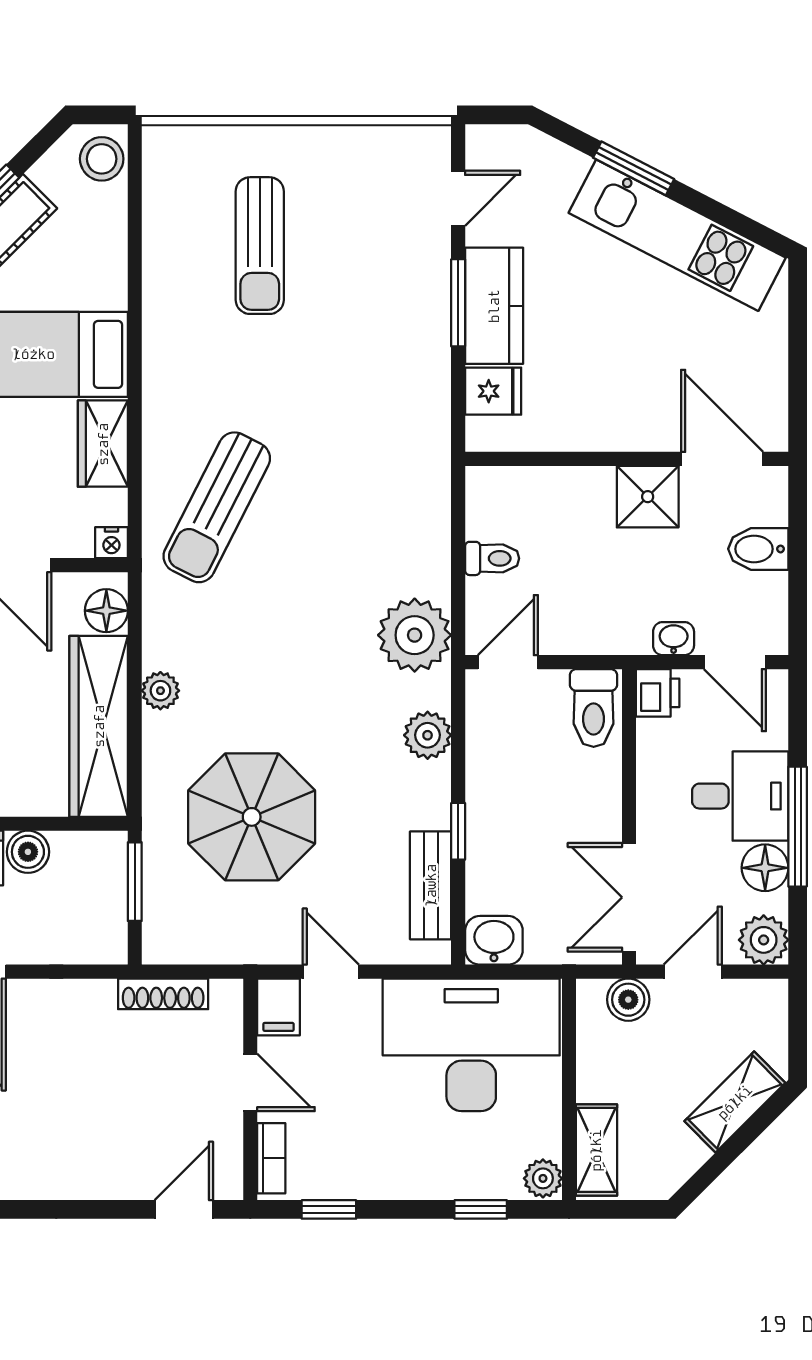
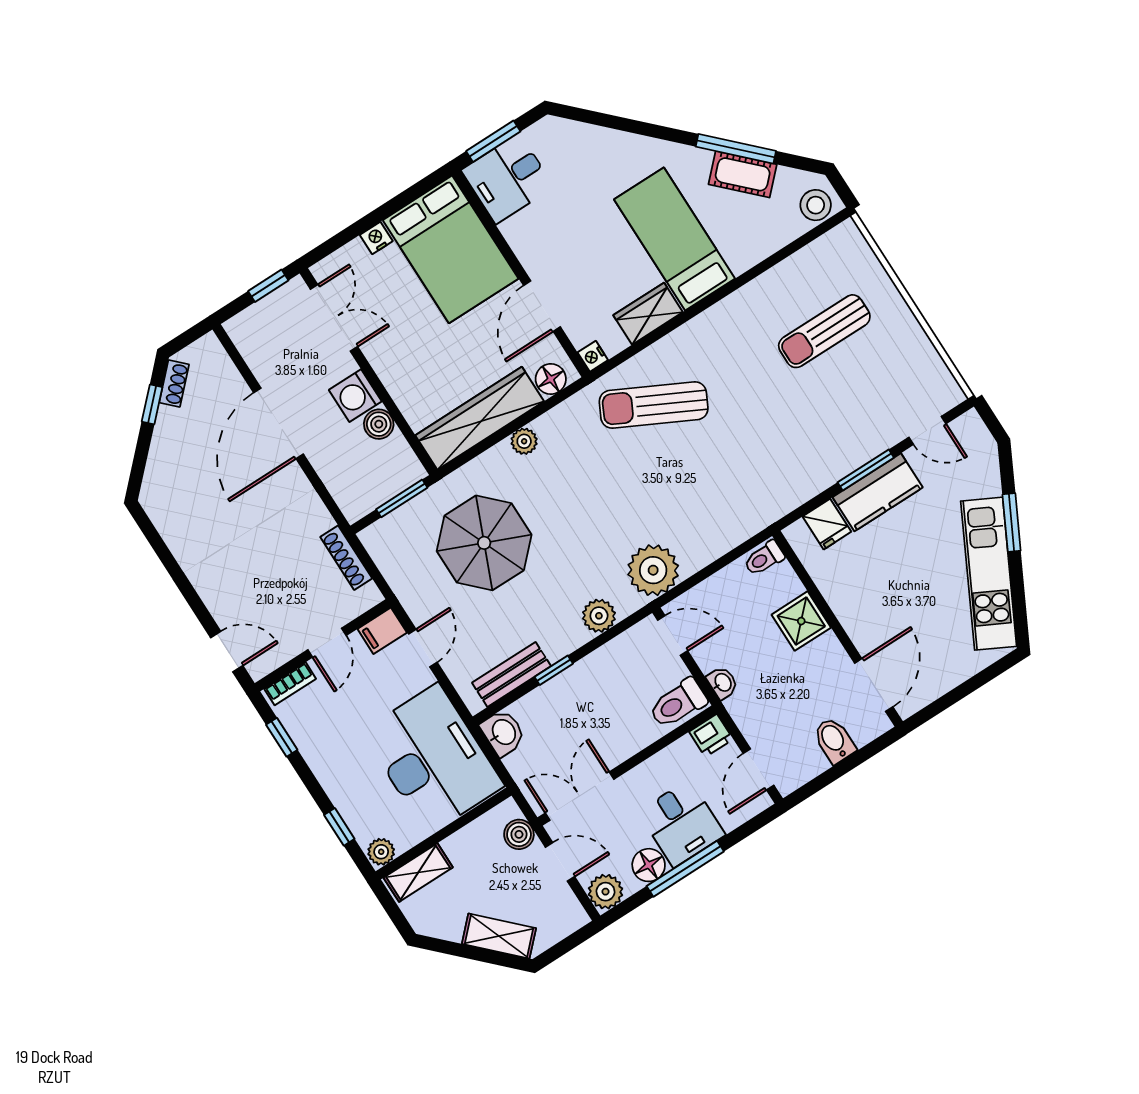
shower: (648, 497) -> (801, 621), moved
toilet: (492, 558) -> (764, 558), moved, turned 90
washbasin: (674, 639) -> (723, 683), moved

